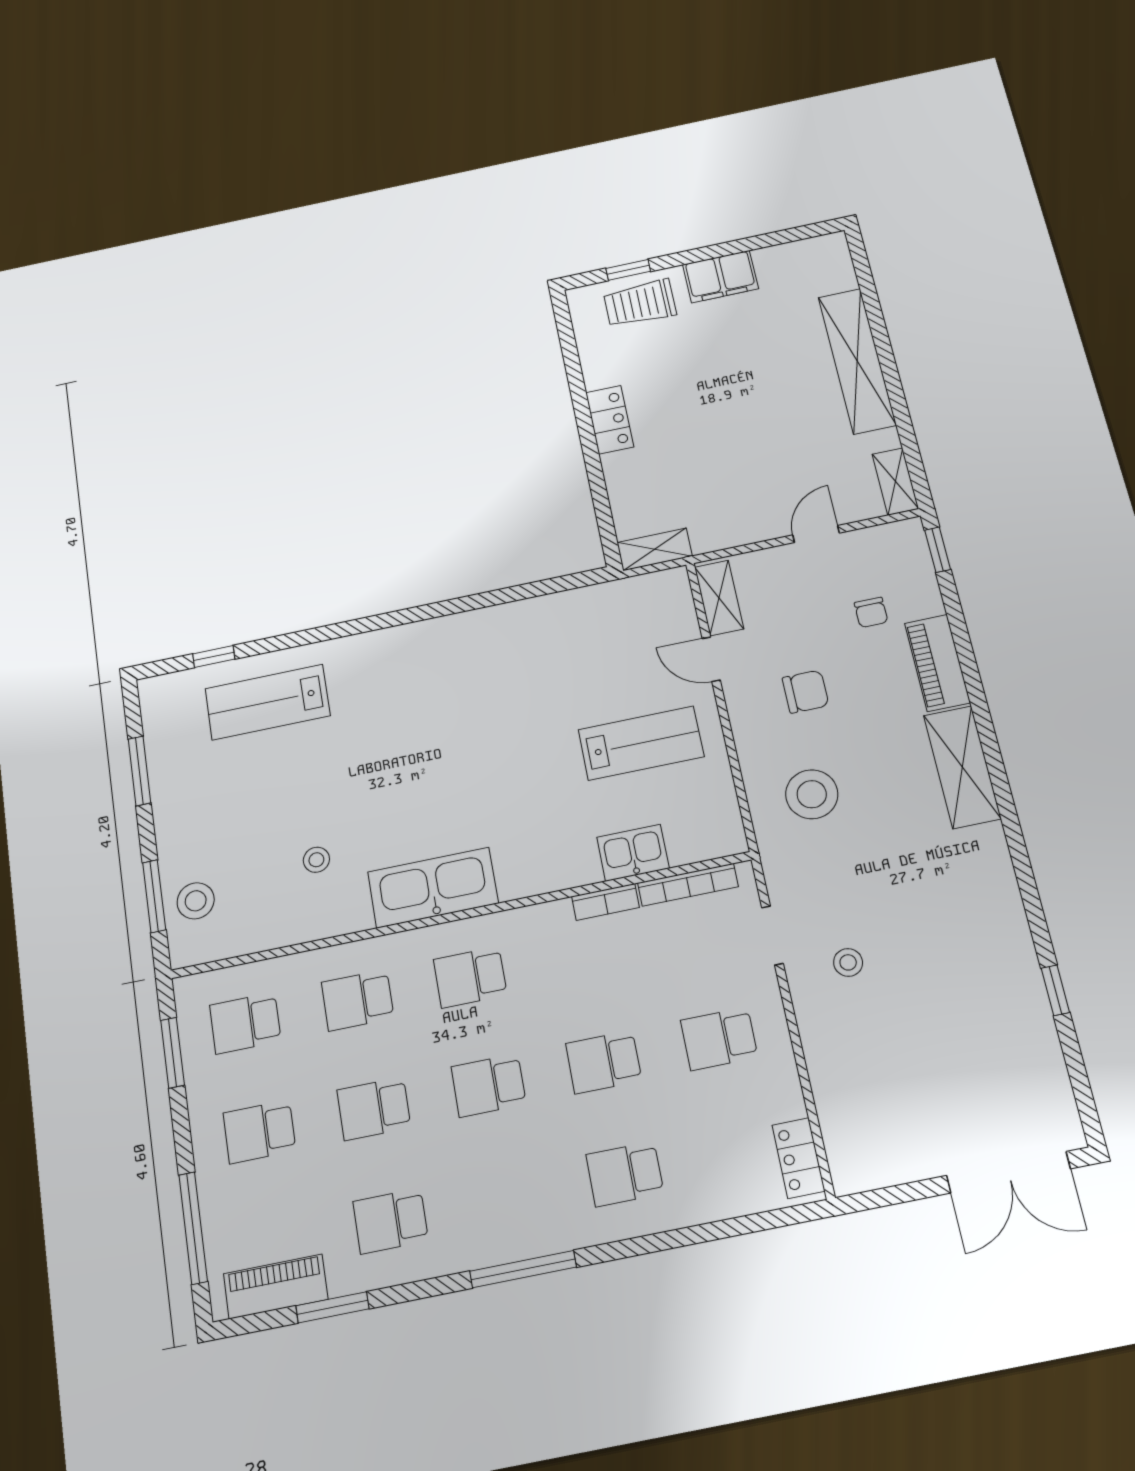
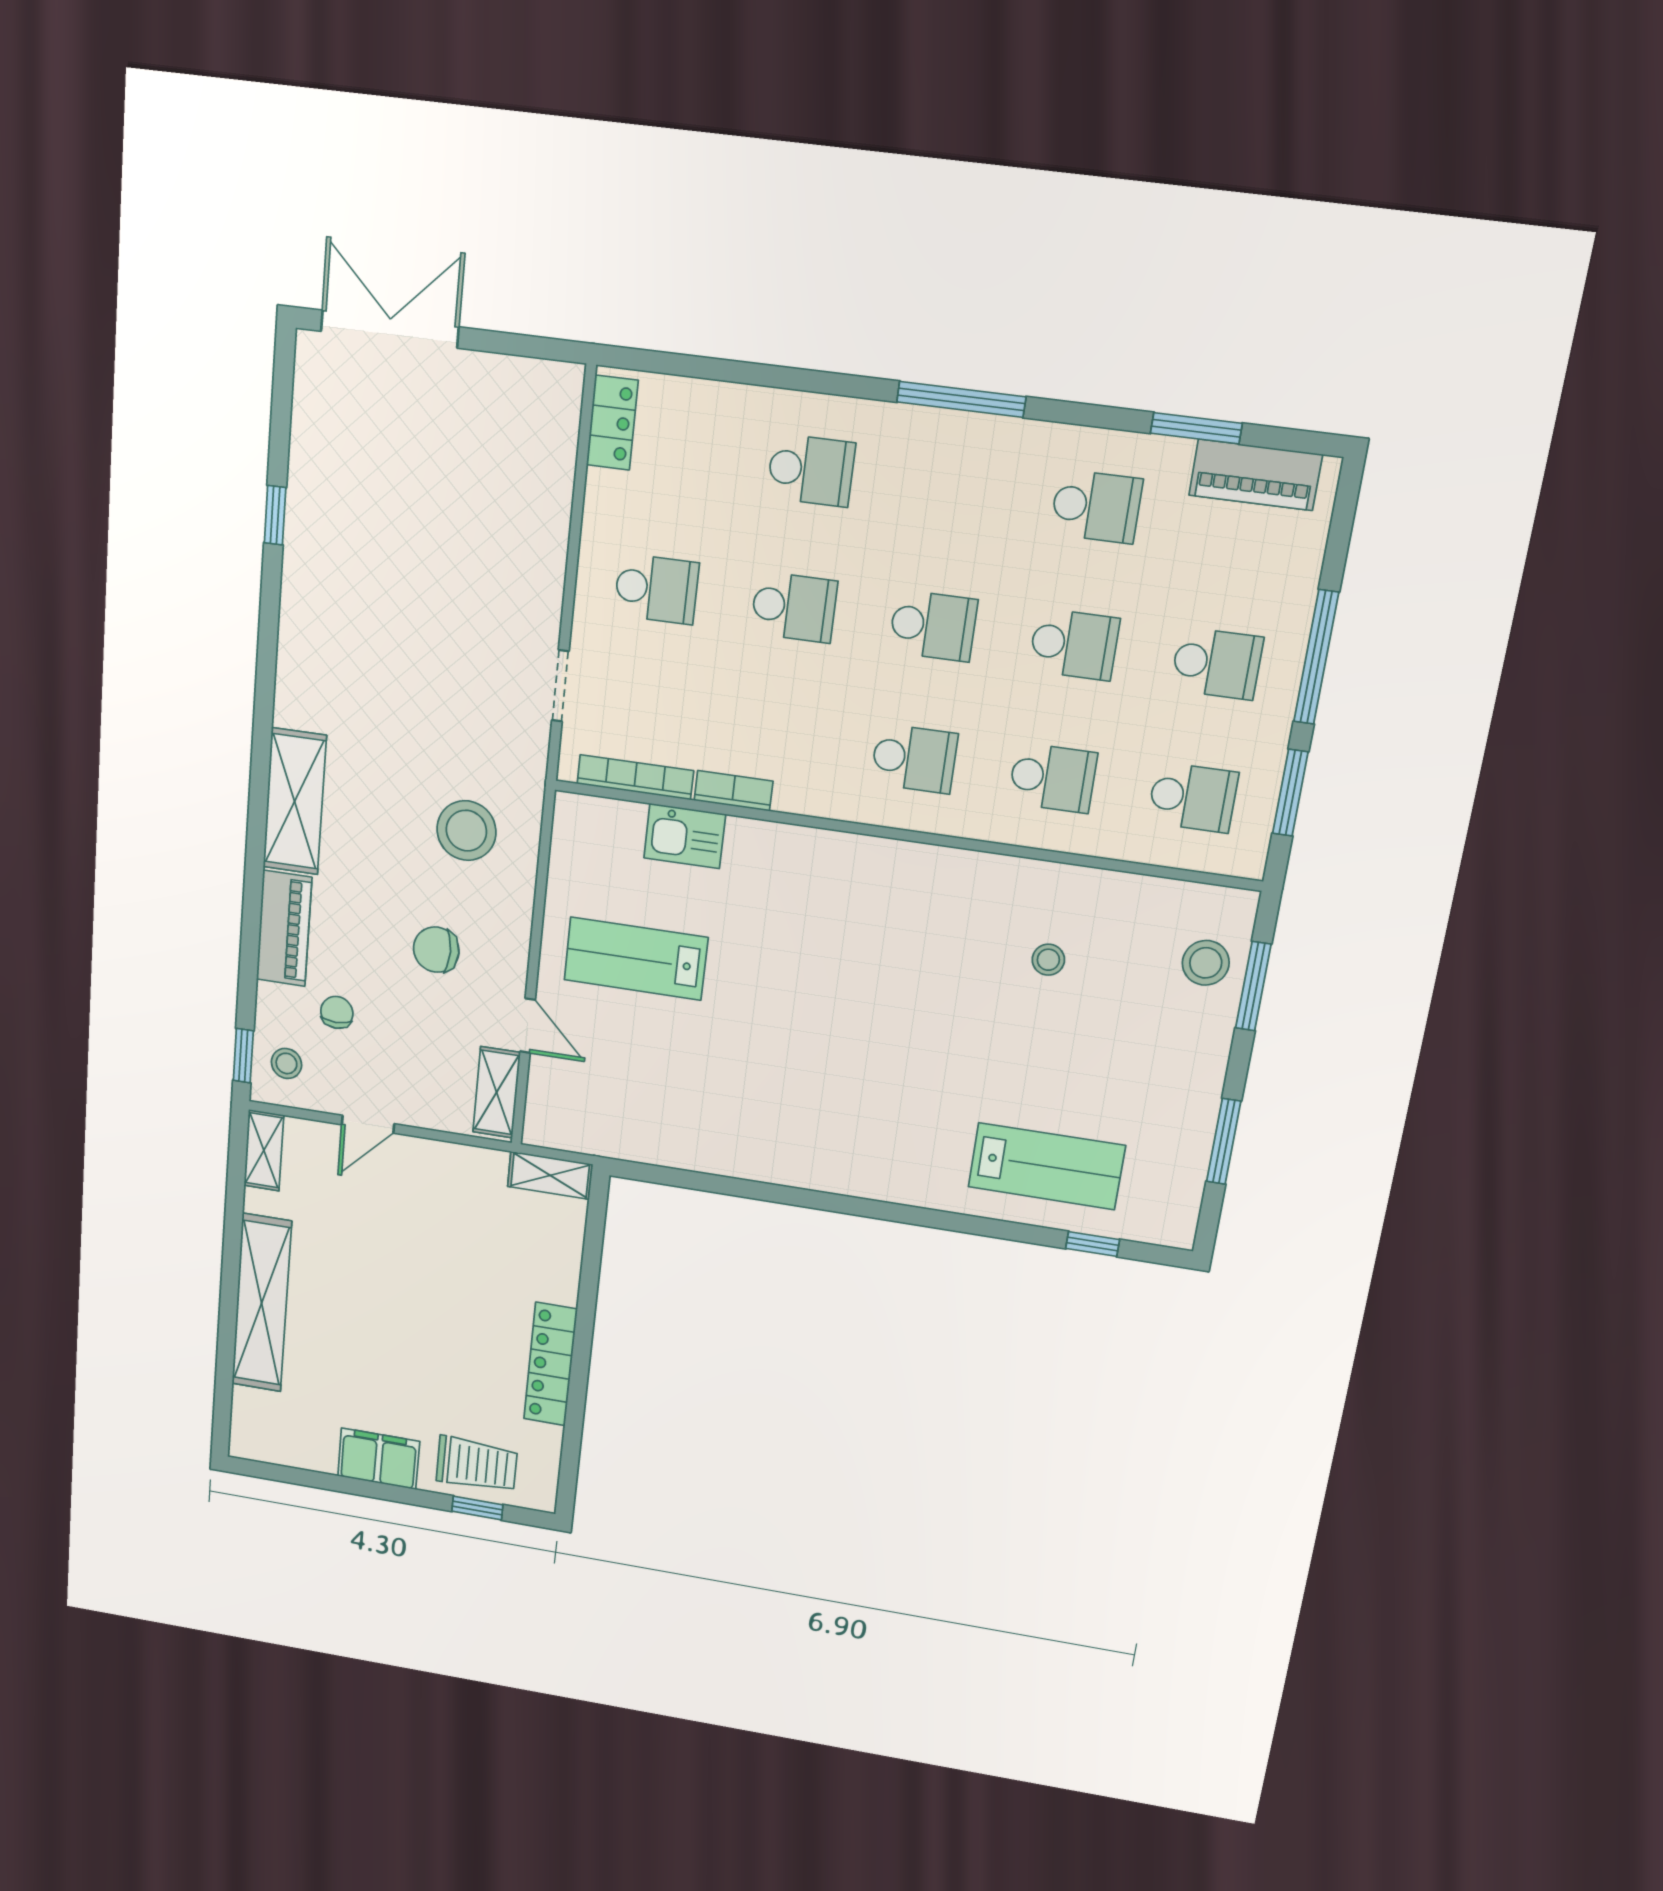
locker: (610, 420) -> (550, 1364), width x1.53
kitchen sink: (433, 888) -> (924, 878), removed
stool: (848, 962) -> (286, 1063), moved
window: (193, 1228) -> (1316, 657), moved

